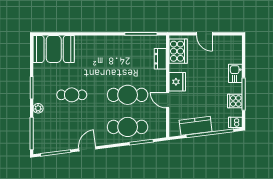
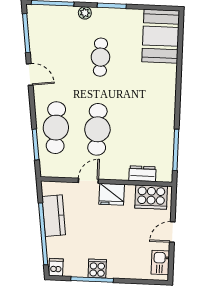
kitchen sink: (235, 73) -> (160, 263), moved, turned -90
cooker: (235, 101) -> (97, 268), moved

